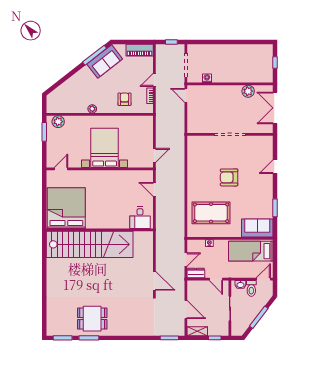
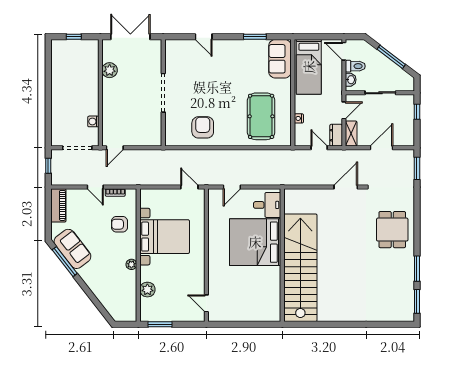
double door: (275, 108) -> (130, 37), swing flipped
plant: (58, 122) -> (147, 290), moved
bed with nightstands: (105, 148) -> (165, 237), moved, turned 180
armchair: (229, 177) -> (203, 127), moved, turned 180
bed: (66, 208) -> (255, 242), moved
dining table: (92, 319) -> (392, 230), moved
shelving: (197, 331) -> (351, 134), moved

